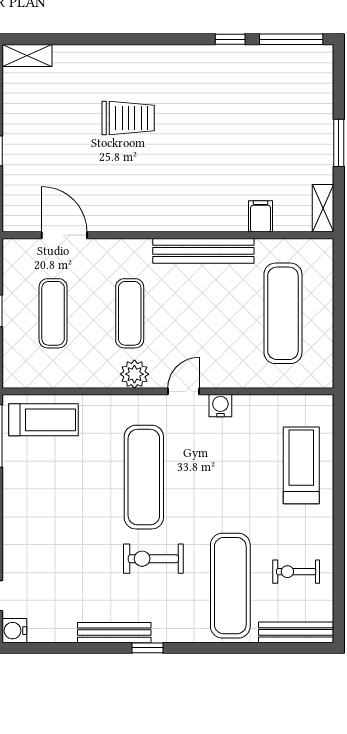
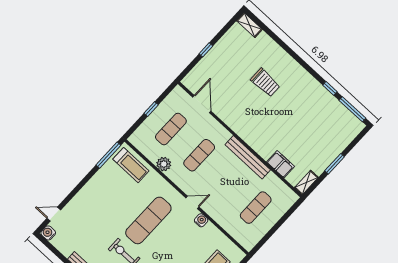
filing cabinet: (261, 216) -> (281, 164), width x2.00
exercise mat: (283, 313) -> (256, 208), width x0.73, depth x0.69
plant: (134, 374) -> (164, 164), moved

